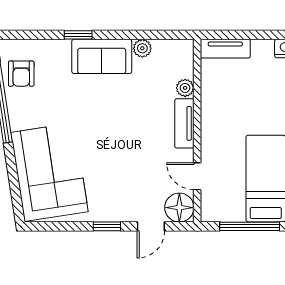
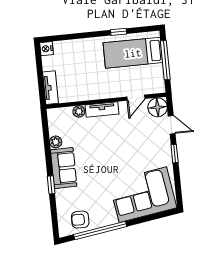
armchair: (21, 74) -> (80, 220), turned 180

